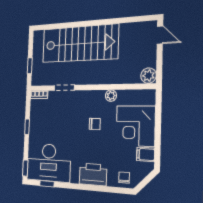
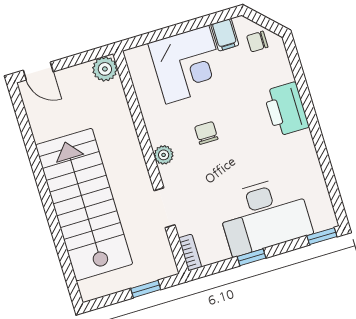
door: (160, 35) -> (38, 71), swing flipped
plant: (111, 96) -> (164, 155), moved
desk: (49, 163) -> (264, 215), moved, turned 90
chair: (124, 178) -> (257, 42), moved
window: (47, 184) -> (332, 185), removed

